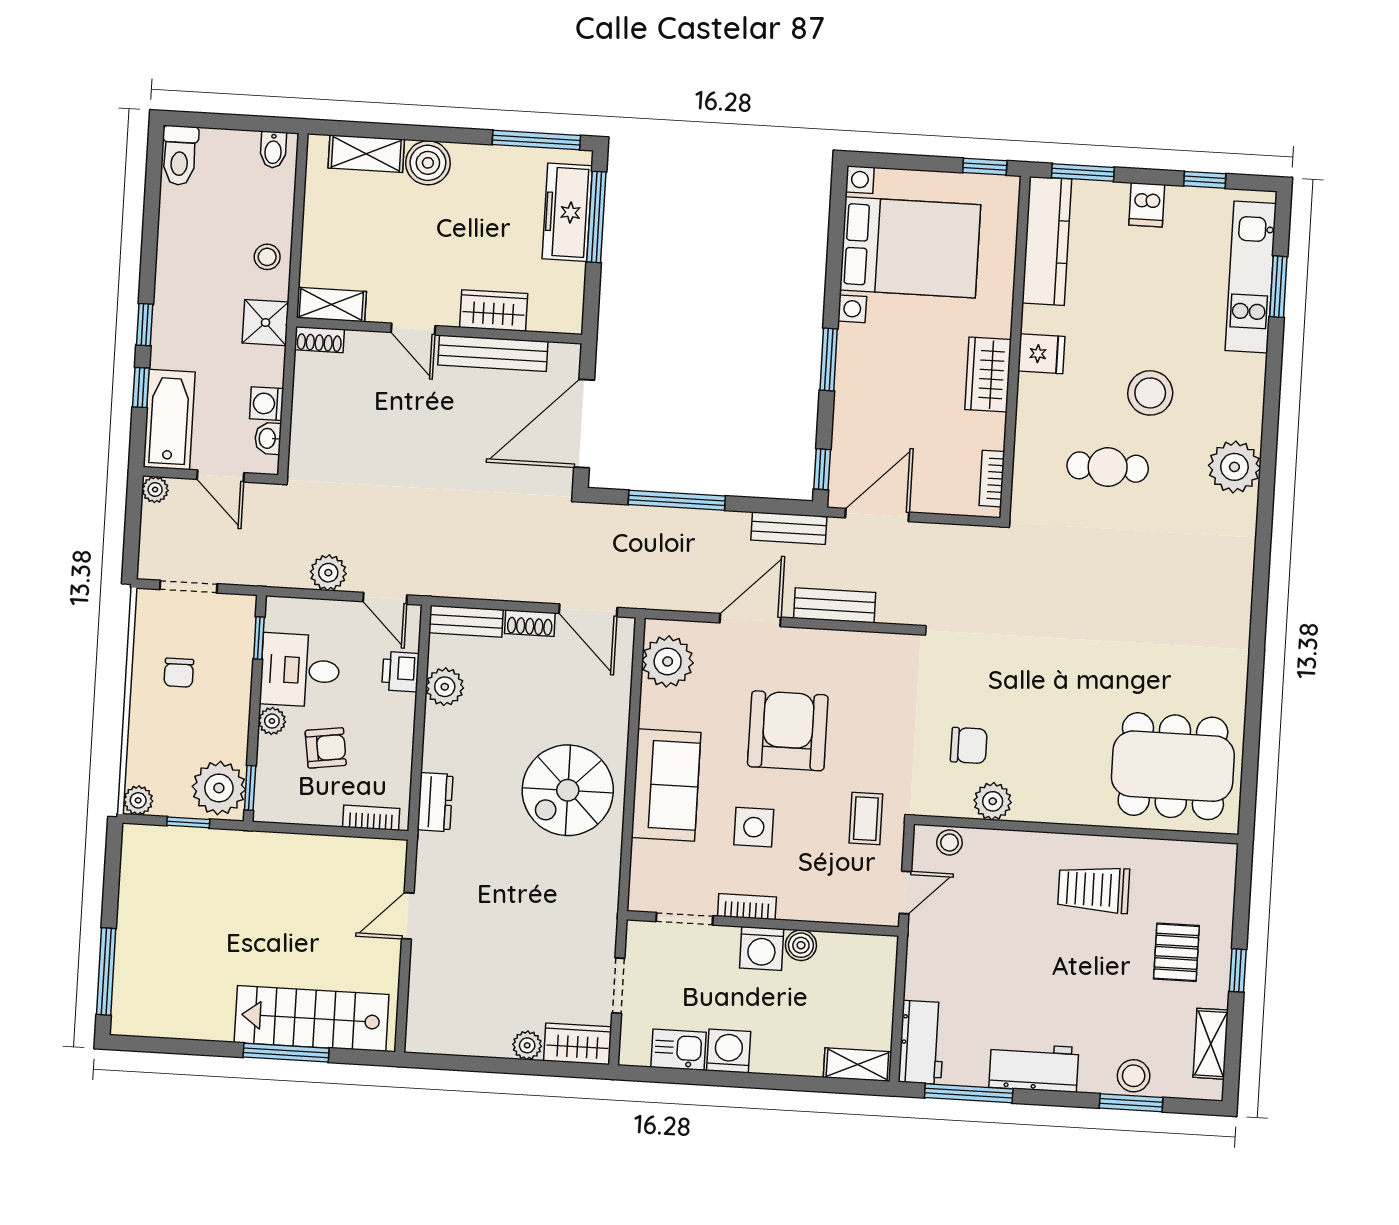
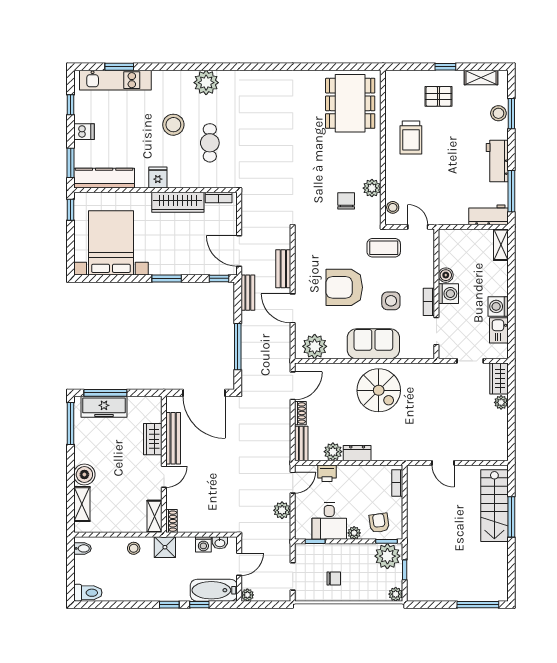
wardrobe: (988, 375) -> (178, 202), width x1.50
armchair: (326, 748) -> (379, 523), moved
dresser: (435, 802) -> (357, 453), moved
coffee table: (866, 819) -> (384, 248), width x1.36, depth x1.30

